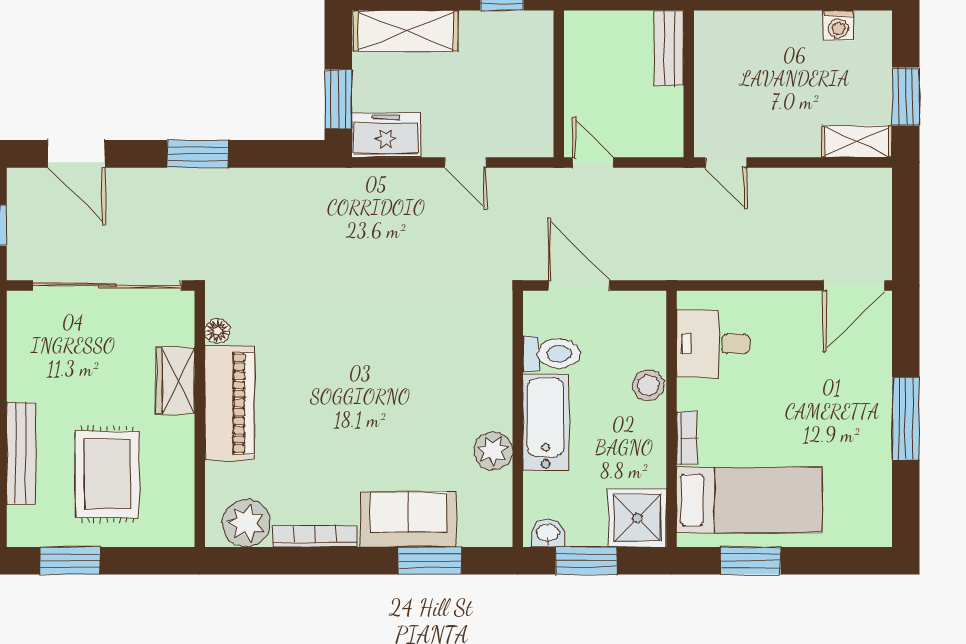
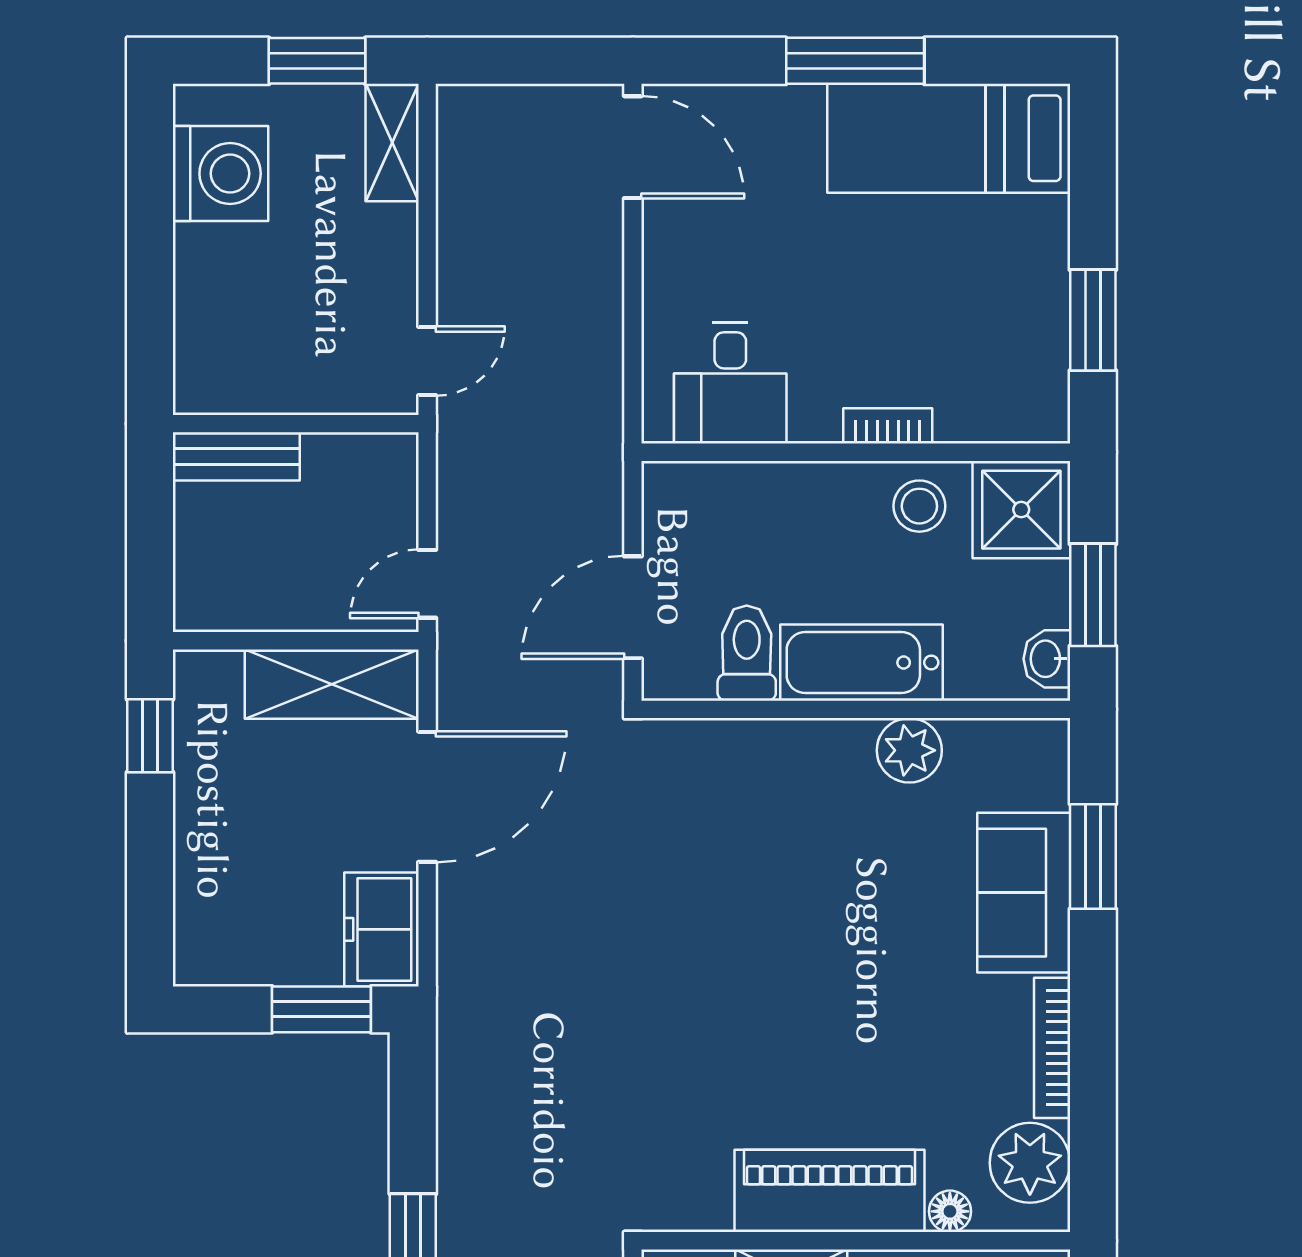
washing machine: (838, 25) -> (221, 174), width x1.89, depth x1.89
shelving: (406, 31) -> (332, 684), moved, turned 90
door: (465, 162) -> (427, 797), width x1.88
floor lamp: (217, 331) -> (950, 1211), moved
stool: (648, 385) -> (919, 506), moved
bed: (749, 500) -> (949, 138), moved, turned -90

